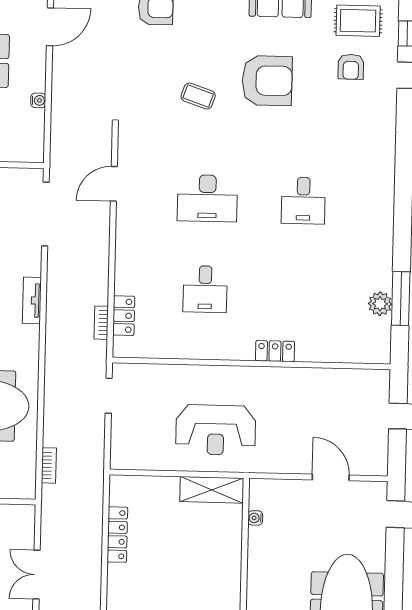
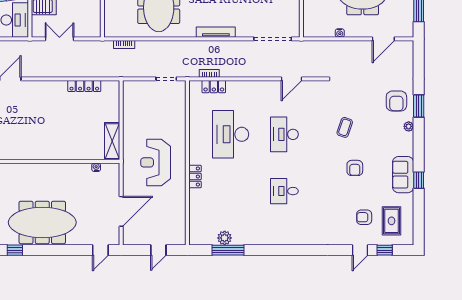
door: (50, 27) -> (383, 39), hinge flipped
armchair: (267, 81) -> (355, 168), width x0.53, depth x0.53
door: (114, 184) -> (292, 79), swing flipped
desk: (205, 289) -> (231, 134), width x1.87, depth x1.30
tv unit: (32, 300) -> (216, 32), width x1.41
reception desk: (216, 430) -> (156, 162), moved
door: (331, 477) -> (121, 211), width x1.36

